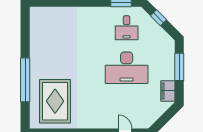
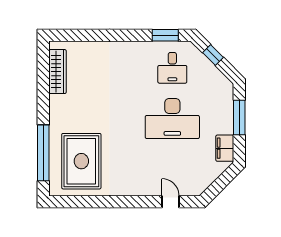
wardrobe: (36, 31) -> (57, 72), added
window: (25, 80) -> (43, 153), moved

